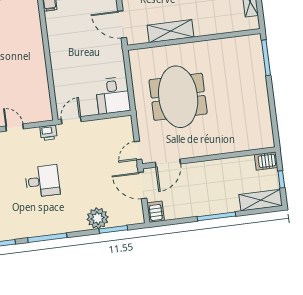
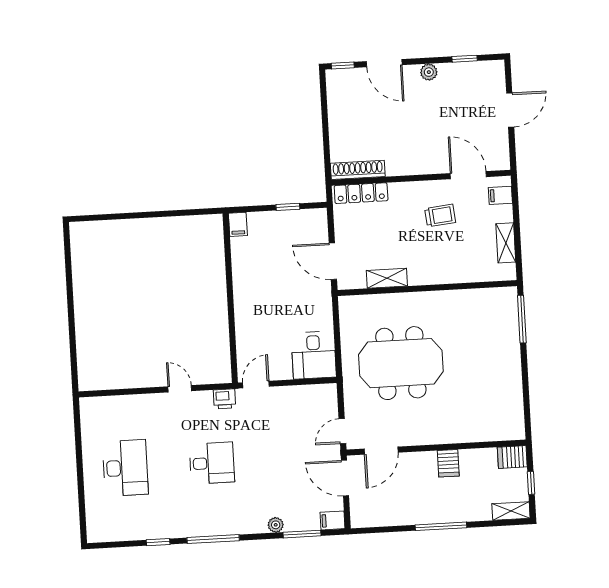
shelving: (170, 31) -> (387, 278), width x0.67, depth x0.75
meeting table: (178, 97) -> (401, 363), turned 90
shelving: (261, 200) -> (511, 511), width x0.67, depth x0.75
server rack: (156, 212) -> (448, 463), moved, turned 180
plant: (98, 218) -> (276, 525), width x0.53, depth x0.53
filing cabinet: (135, 218) -> (332, 520), added

